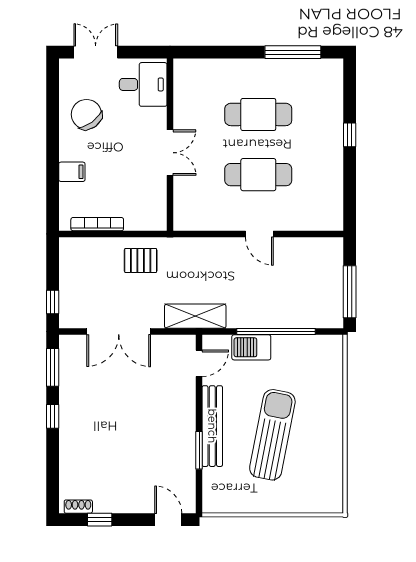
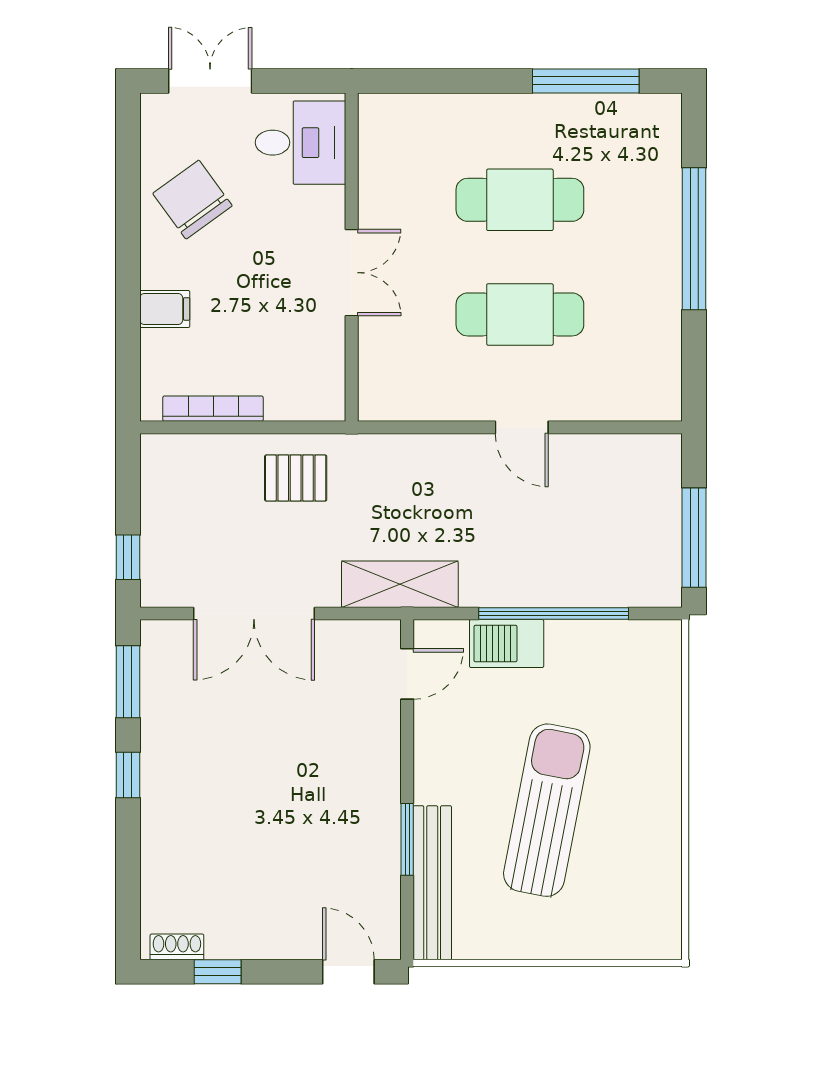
window: (350, 135) -> (694, 239), width x3.17
bench: (212, 426) -> (432, 883), moved

